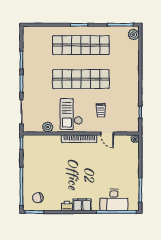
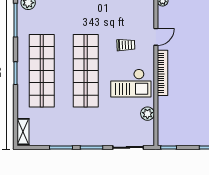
shelving: (34, 31) -> (23, 132), added

